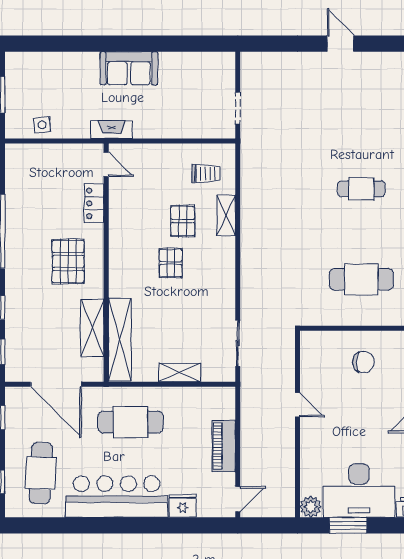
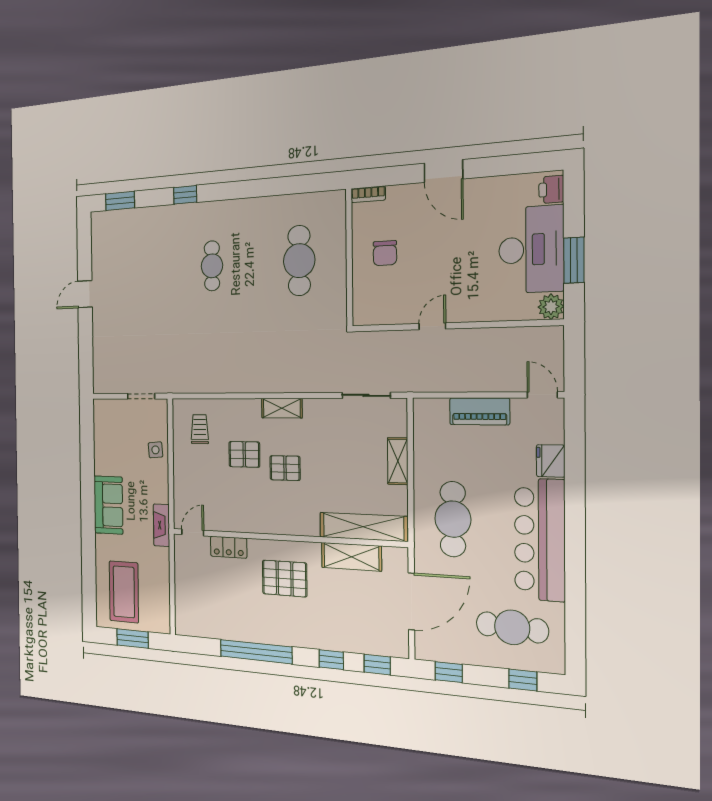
coffee table: (43, 85) -> (124, 592), added
side table: (42, 125) -> (155, 450), moved
shelving: (226, 215) -> (282, 408), moved
chair: (363, 362) -> (385, 253), turned 180

